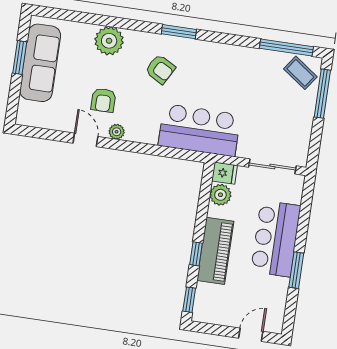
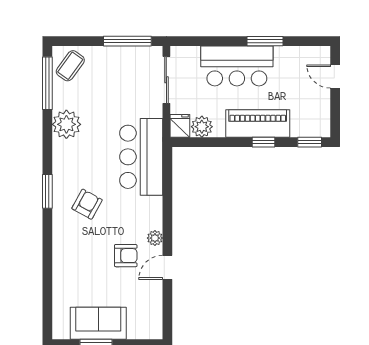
plant: (109, 41) -> (66, 124), moved
sofa: (40, 63) -> (98, 323), width x0.73
window: (322, 94) -> (127, 41), moved

